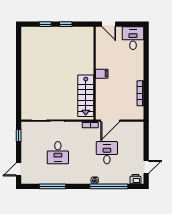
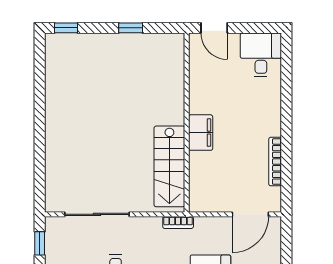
window: (45, 24) -> (66, 28), moved
filing cabinet: (102, 74) -> (201, 133), width x2.00
door: (110, 121) -> (250, 214), moved

